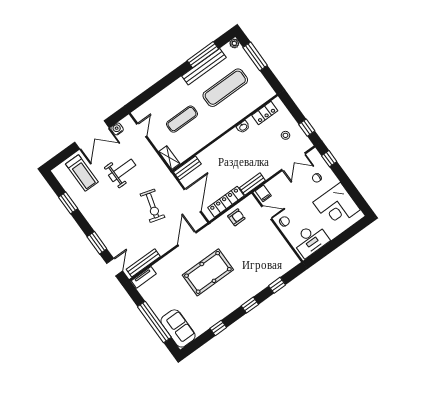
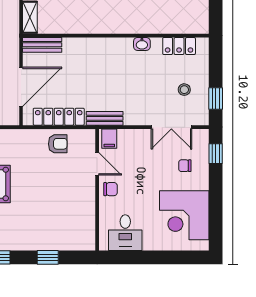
desk: (311, 240) -> (125, 233), width x0.73

